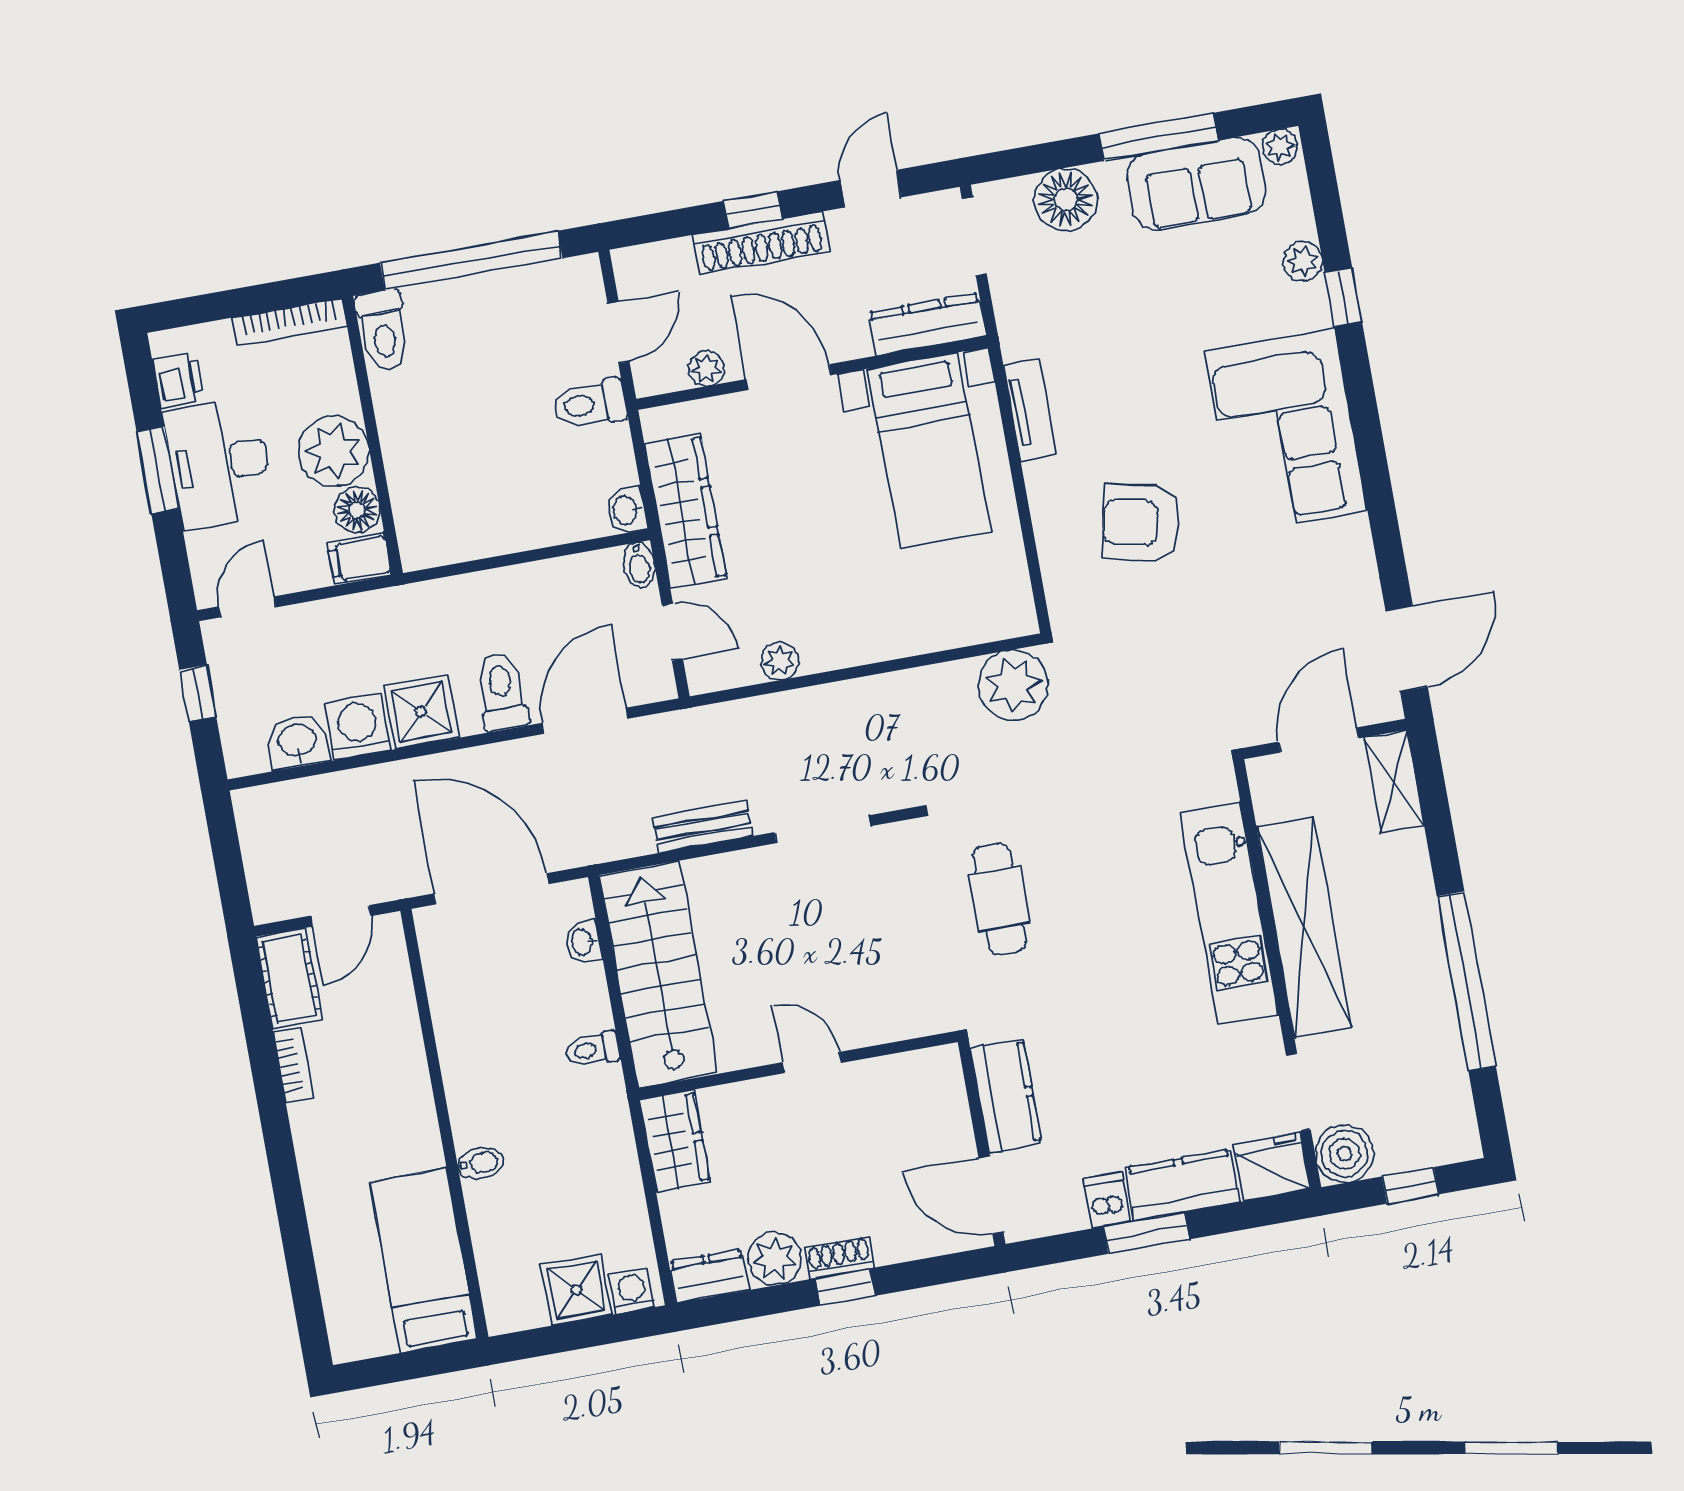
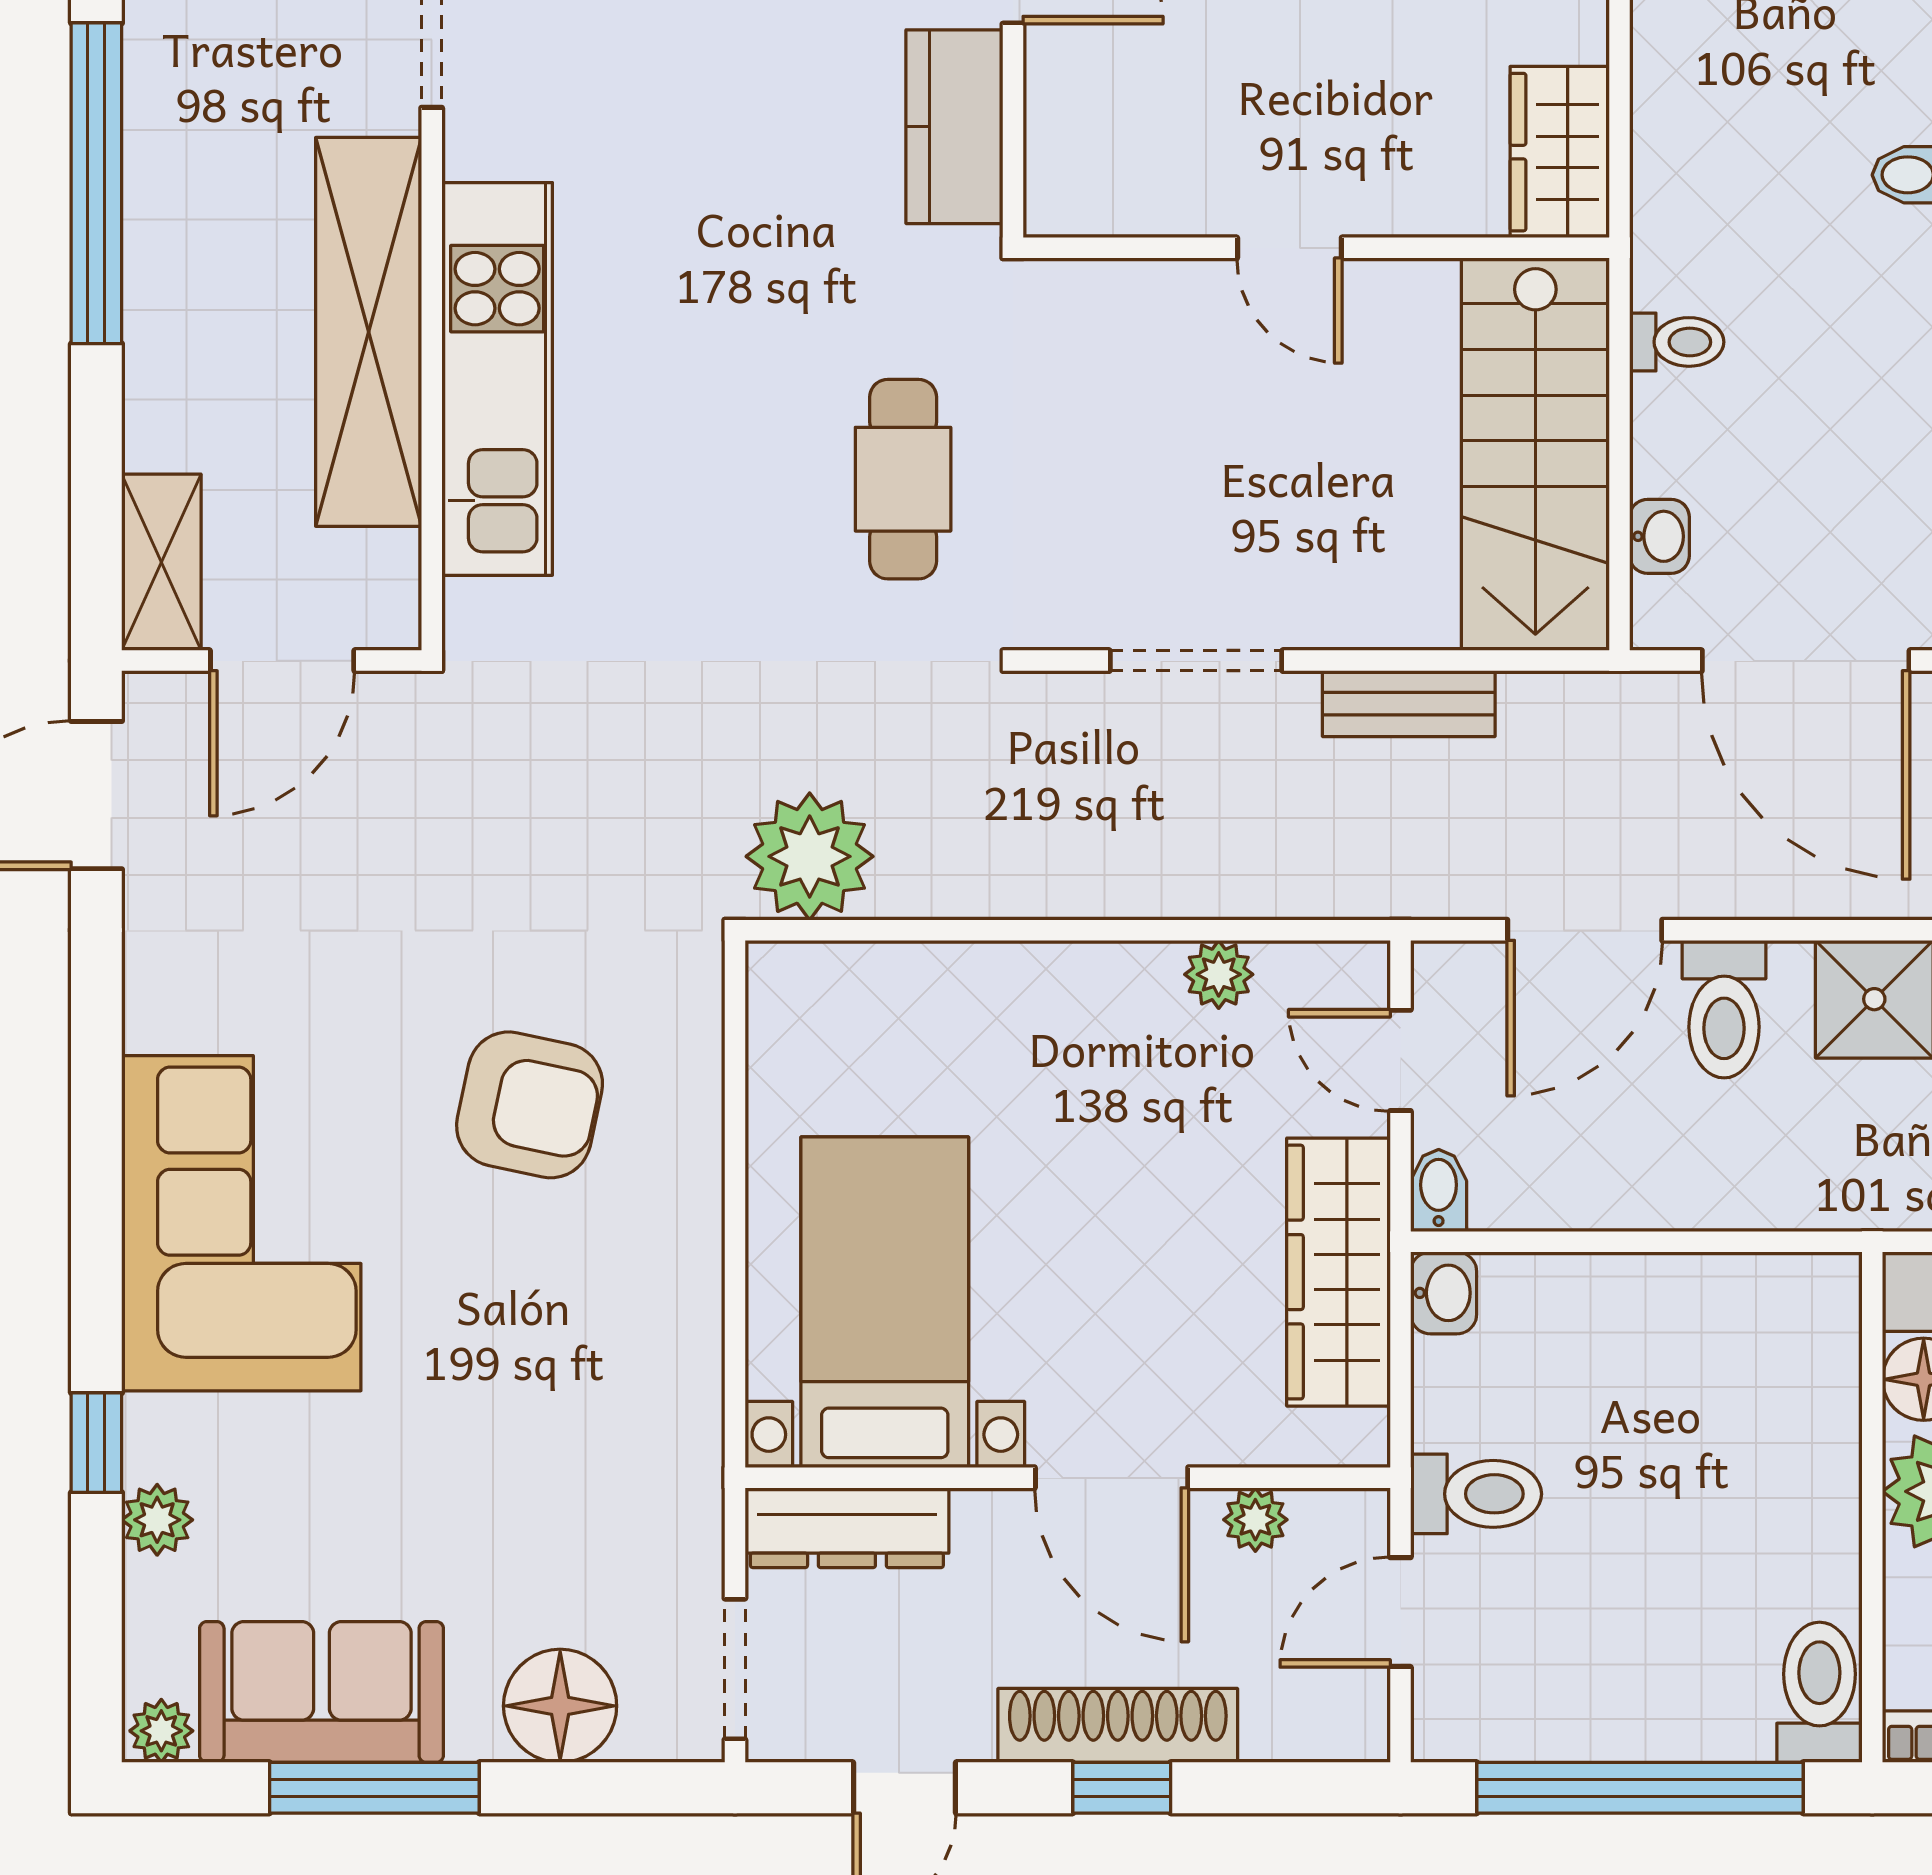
tv unit: (1030, 410) -> (691, 1341), removed

